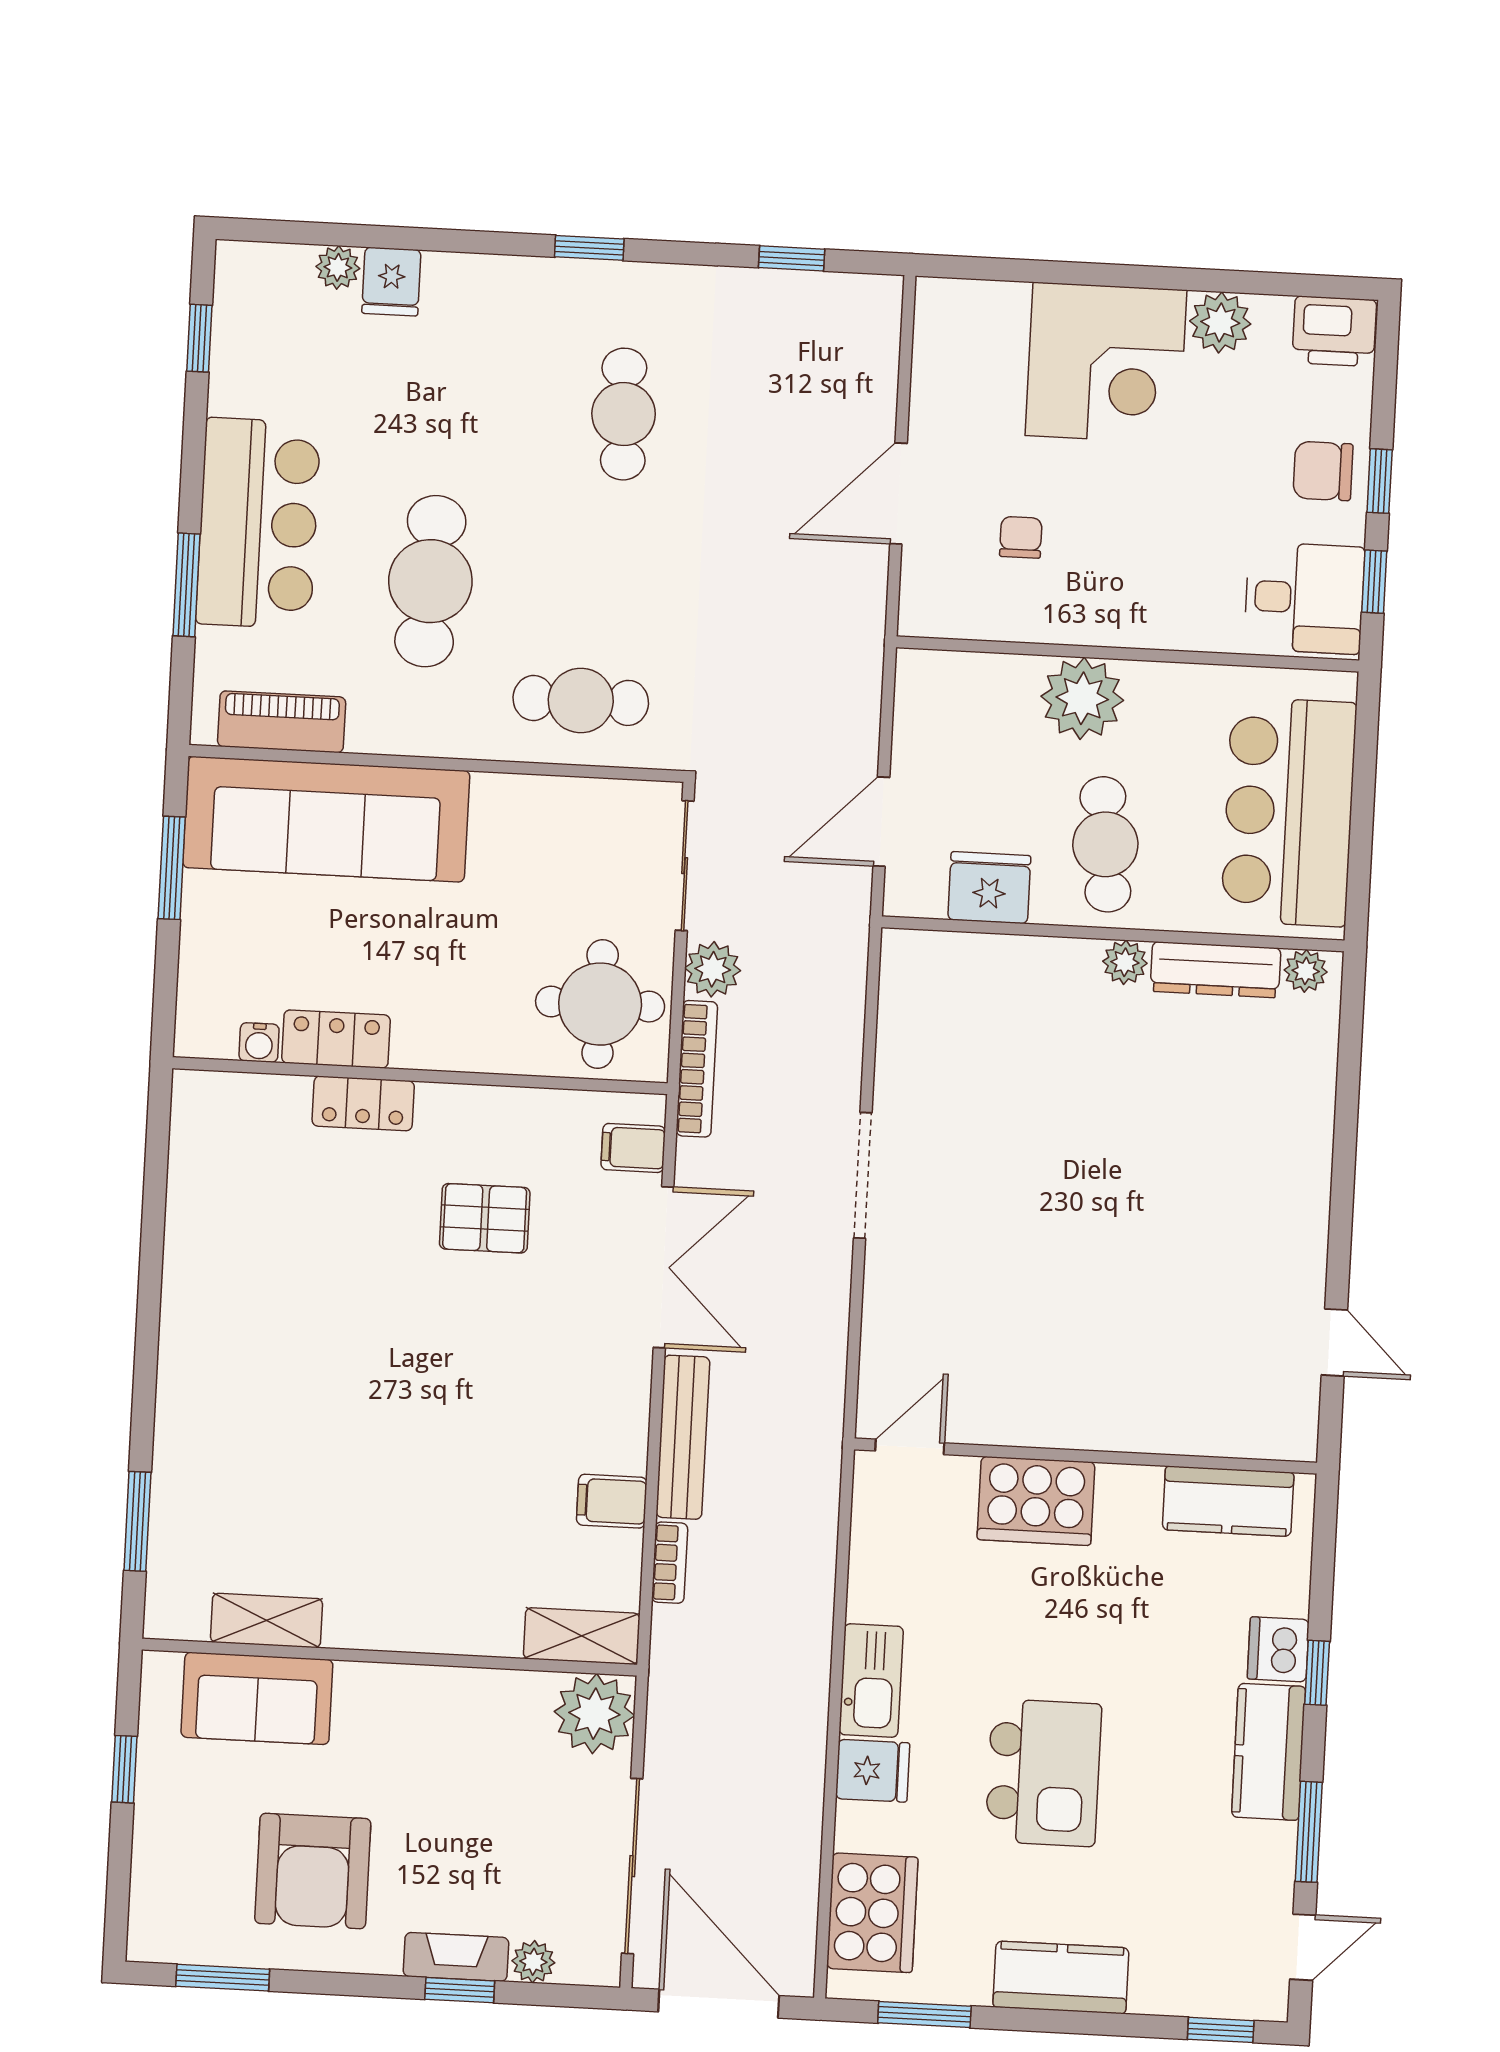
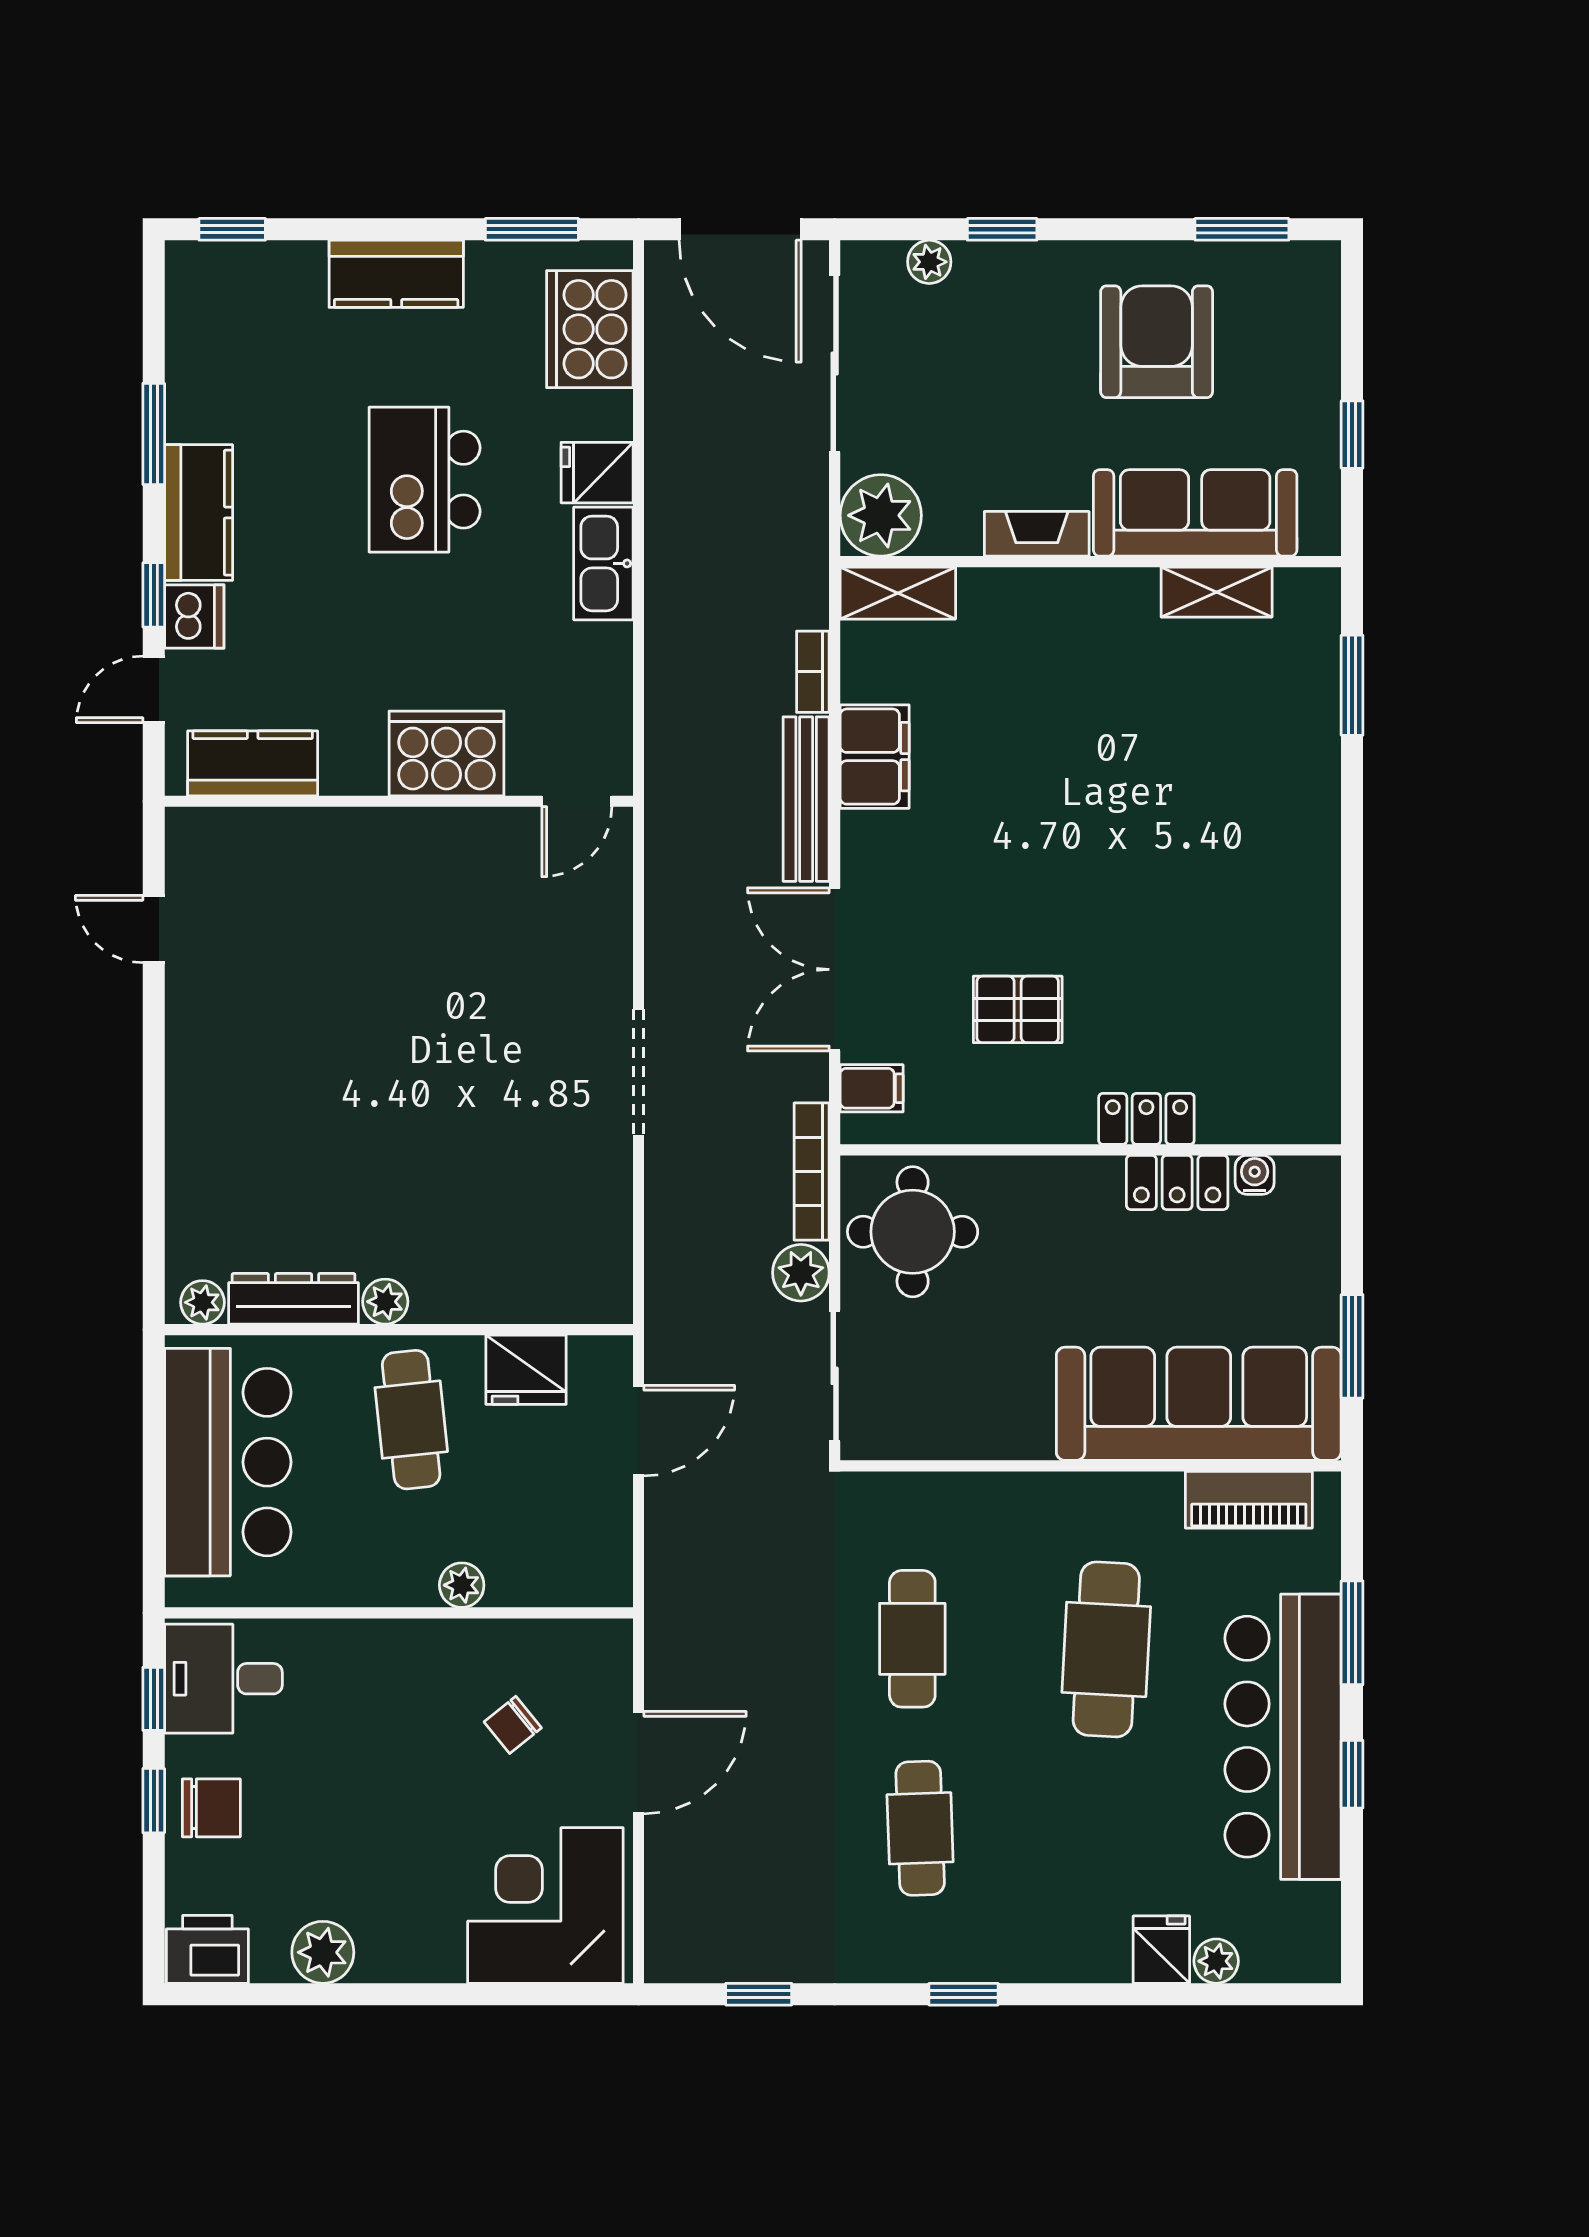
window: (199, 338) -> (1352, 1774), moved
corner desk: (1106, 363) -> (545, 1906), moved
bar counter: (258, 523) -> (1283, 1737), width x1.36
chair: (1021, 537) -> (513, 1725), turned 51
plant: (1082, 698) -> (462, 1585), width x0.53, depth x0.53
cafe table: (581, 700) -> (912, 1639), moved, turned 90
filing cabinet: (612, 1501) -> (875, 757), width x2.00
sofa: (257, 1698) -> (1195, 513), width x1.36
door: (1303, 1947) -> (154, 689), moved
fireplace: (456, 1957) -> (1037, 534), moved, turned 180

